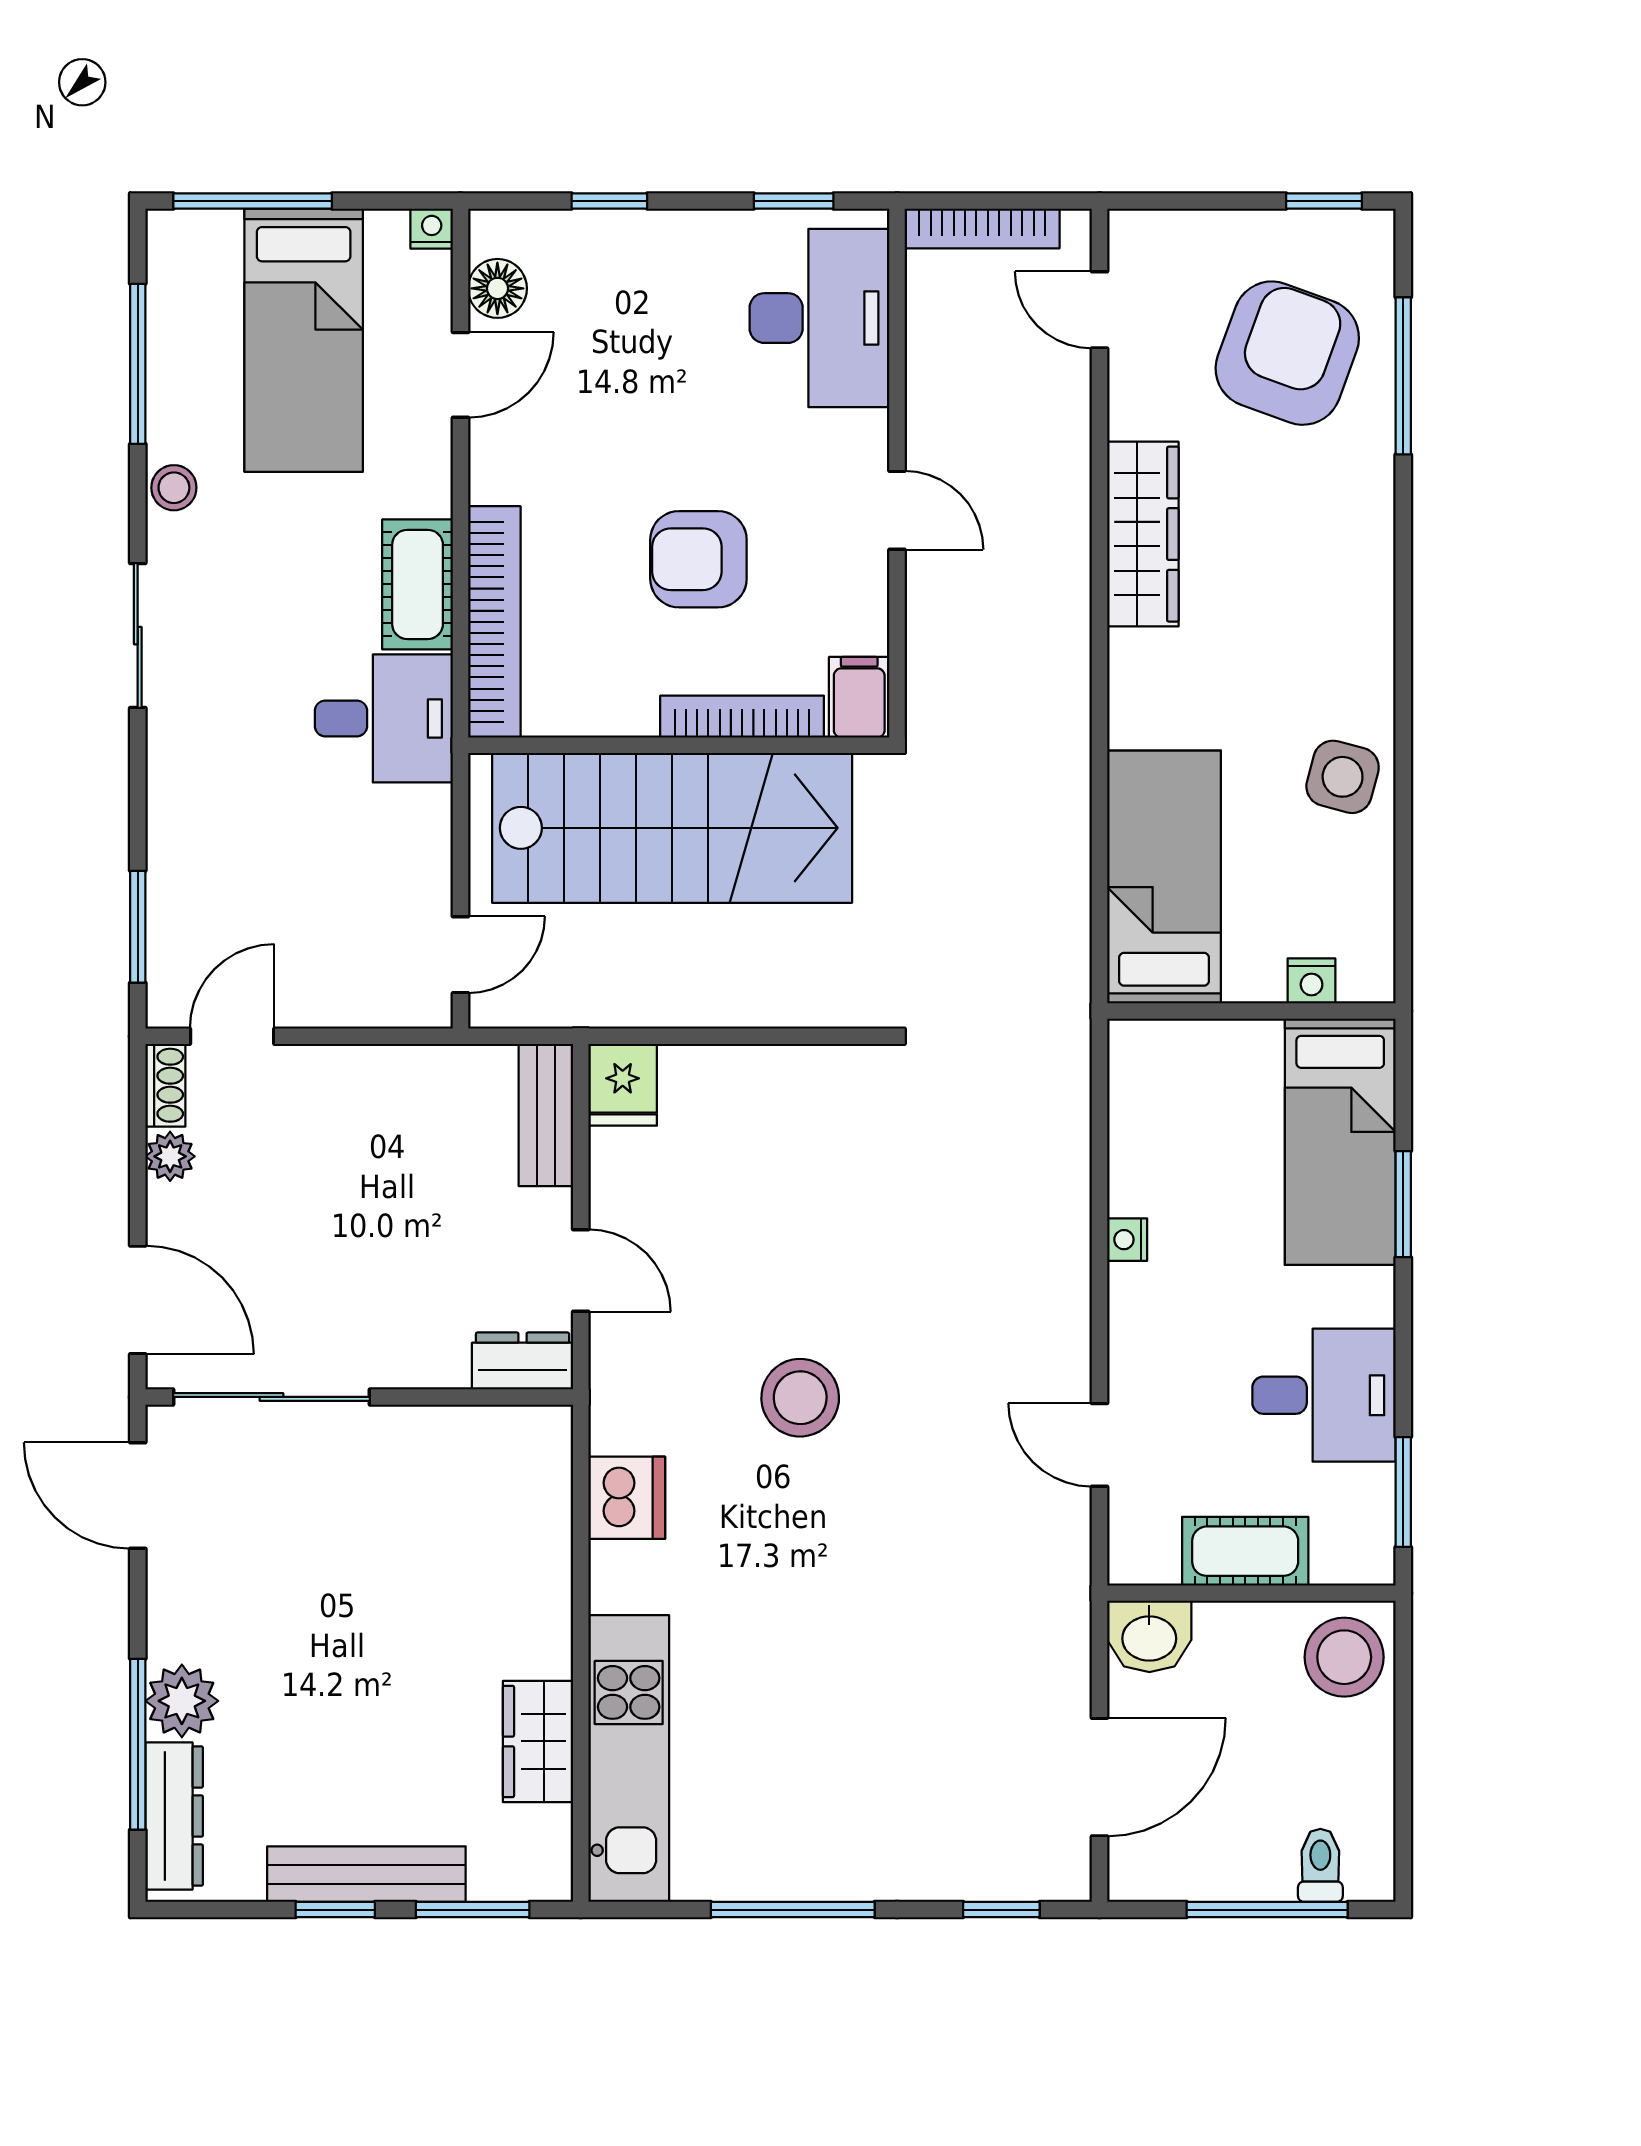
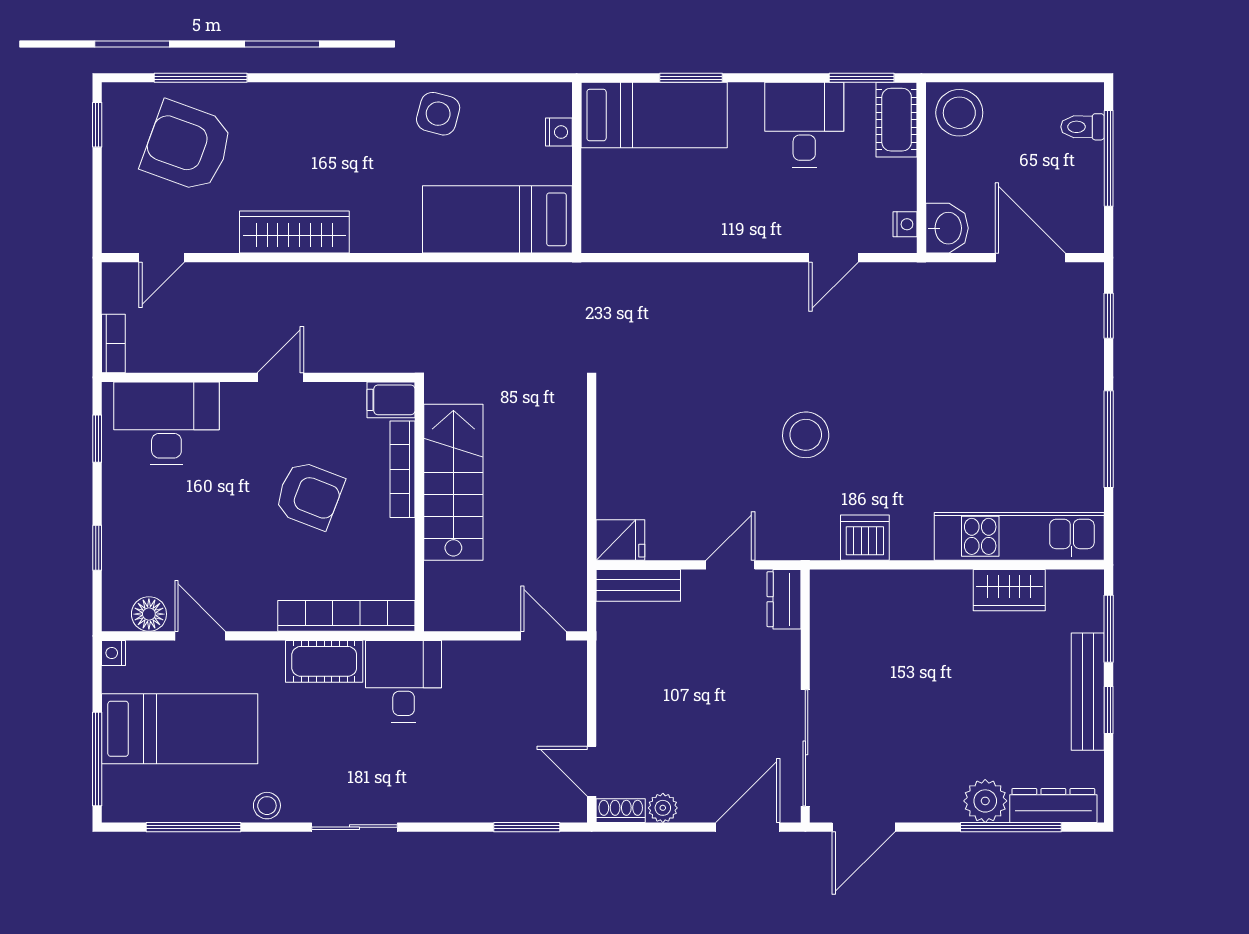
bookcase: (982, 228) -> (113, 344), width x0.64
armchair: (698, 559) -> (309, 495), turned -69
stairs: (672, 828) -> (453, 482), width x0.73, depth x0.66
nightstand: (1127, 1240) -> (905, 224), moved, turned -90
cot: (1245, 1551) -> (897, 120), moved

